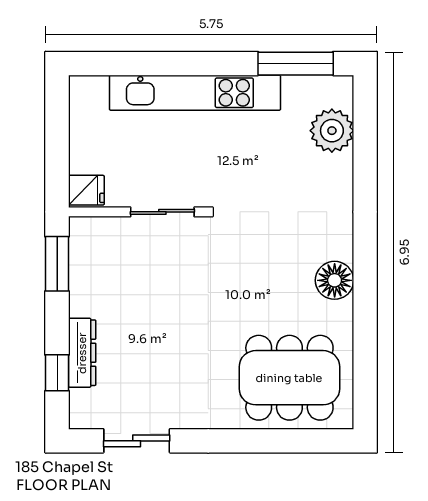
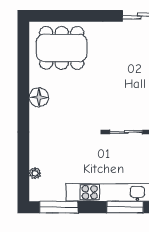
window: (165, 64) -> (125, 207), added
plant: (332, 131) -> (35, 173), width x0.53, depth x0.53

